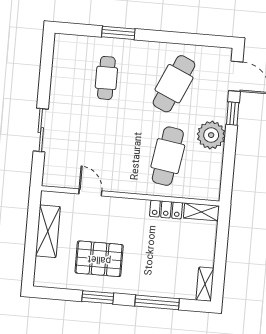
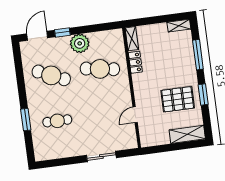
shelving: (48, 231) -> (187, 134), moved
pallet: (99, 259) -> (178, 99), turned 90

